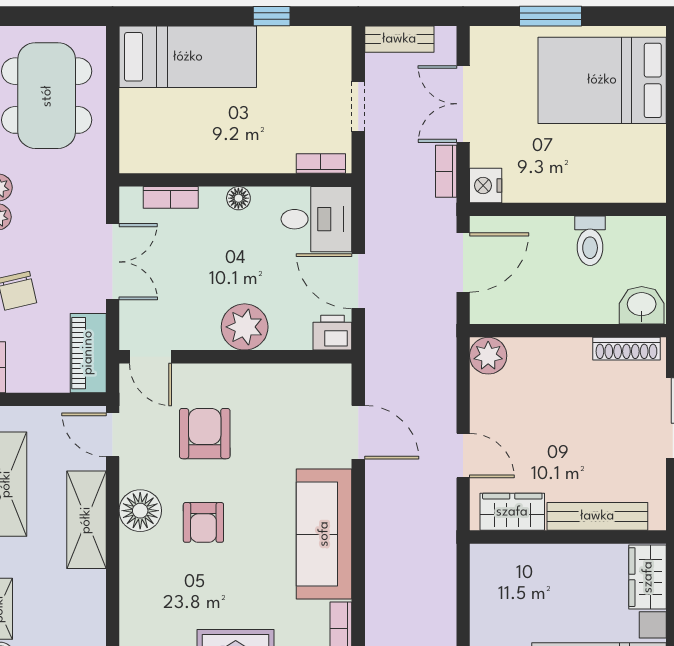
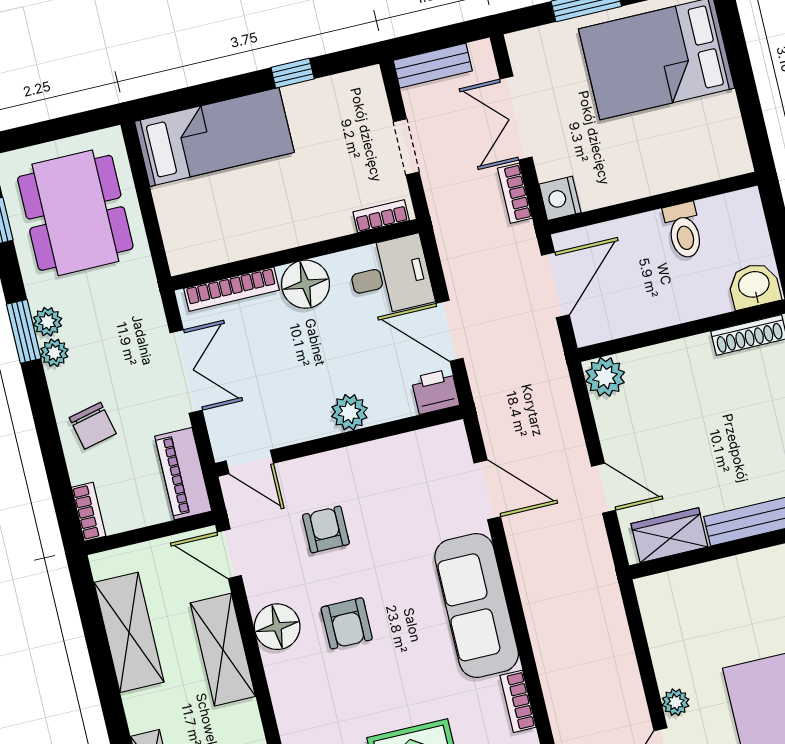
bookcase: (171, 197) -> (231, 289), width x1.56
floor lamp: (238, 198) -> (305, 284), width x1.89, depth x1.89
plant: (245, 327) -> (349, 412), width x0.73, depth x0.73
armchair: (205, 434) -> (326, 529), width x0.72, depth x0.72

